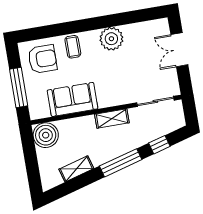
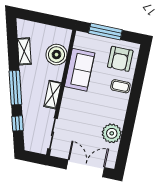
plant: (111, 39) -> (112, 133), moved
double door: (179, 50) -> (85, 168), width x1.37
boiler: (46, 135) -> (56, 55), moved

